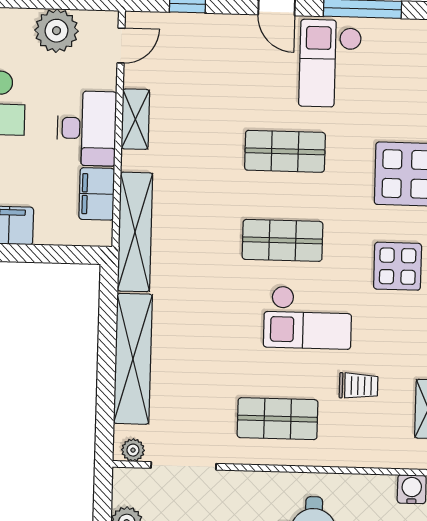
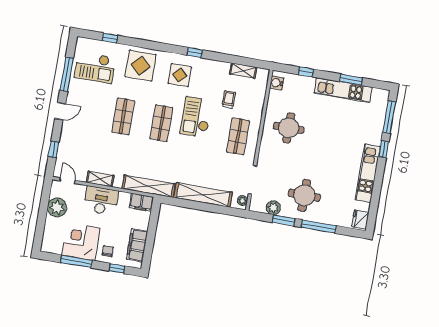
checkout: (330, 63) -> (95, 68), moved
filing cabinet: (97, 194) -> (141, 202), moved
checkout: (308, 318) -> (196, 117), turned 180

